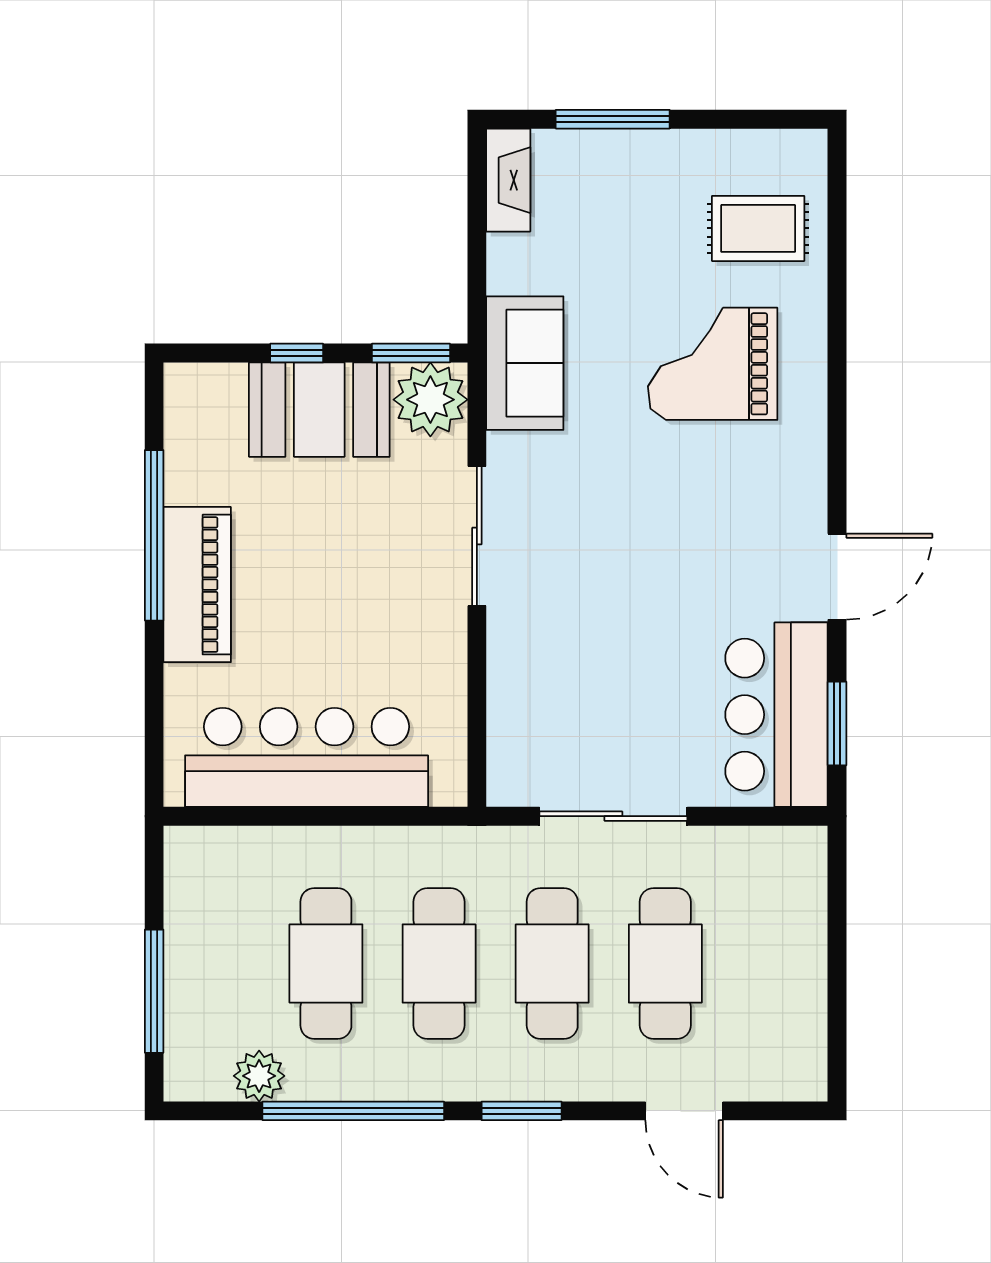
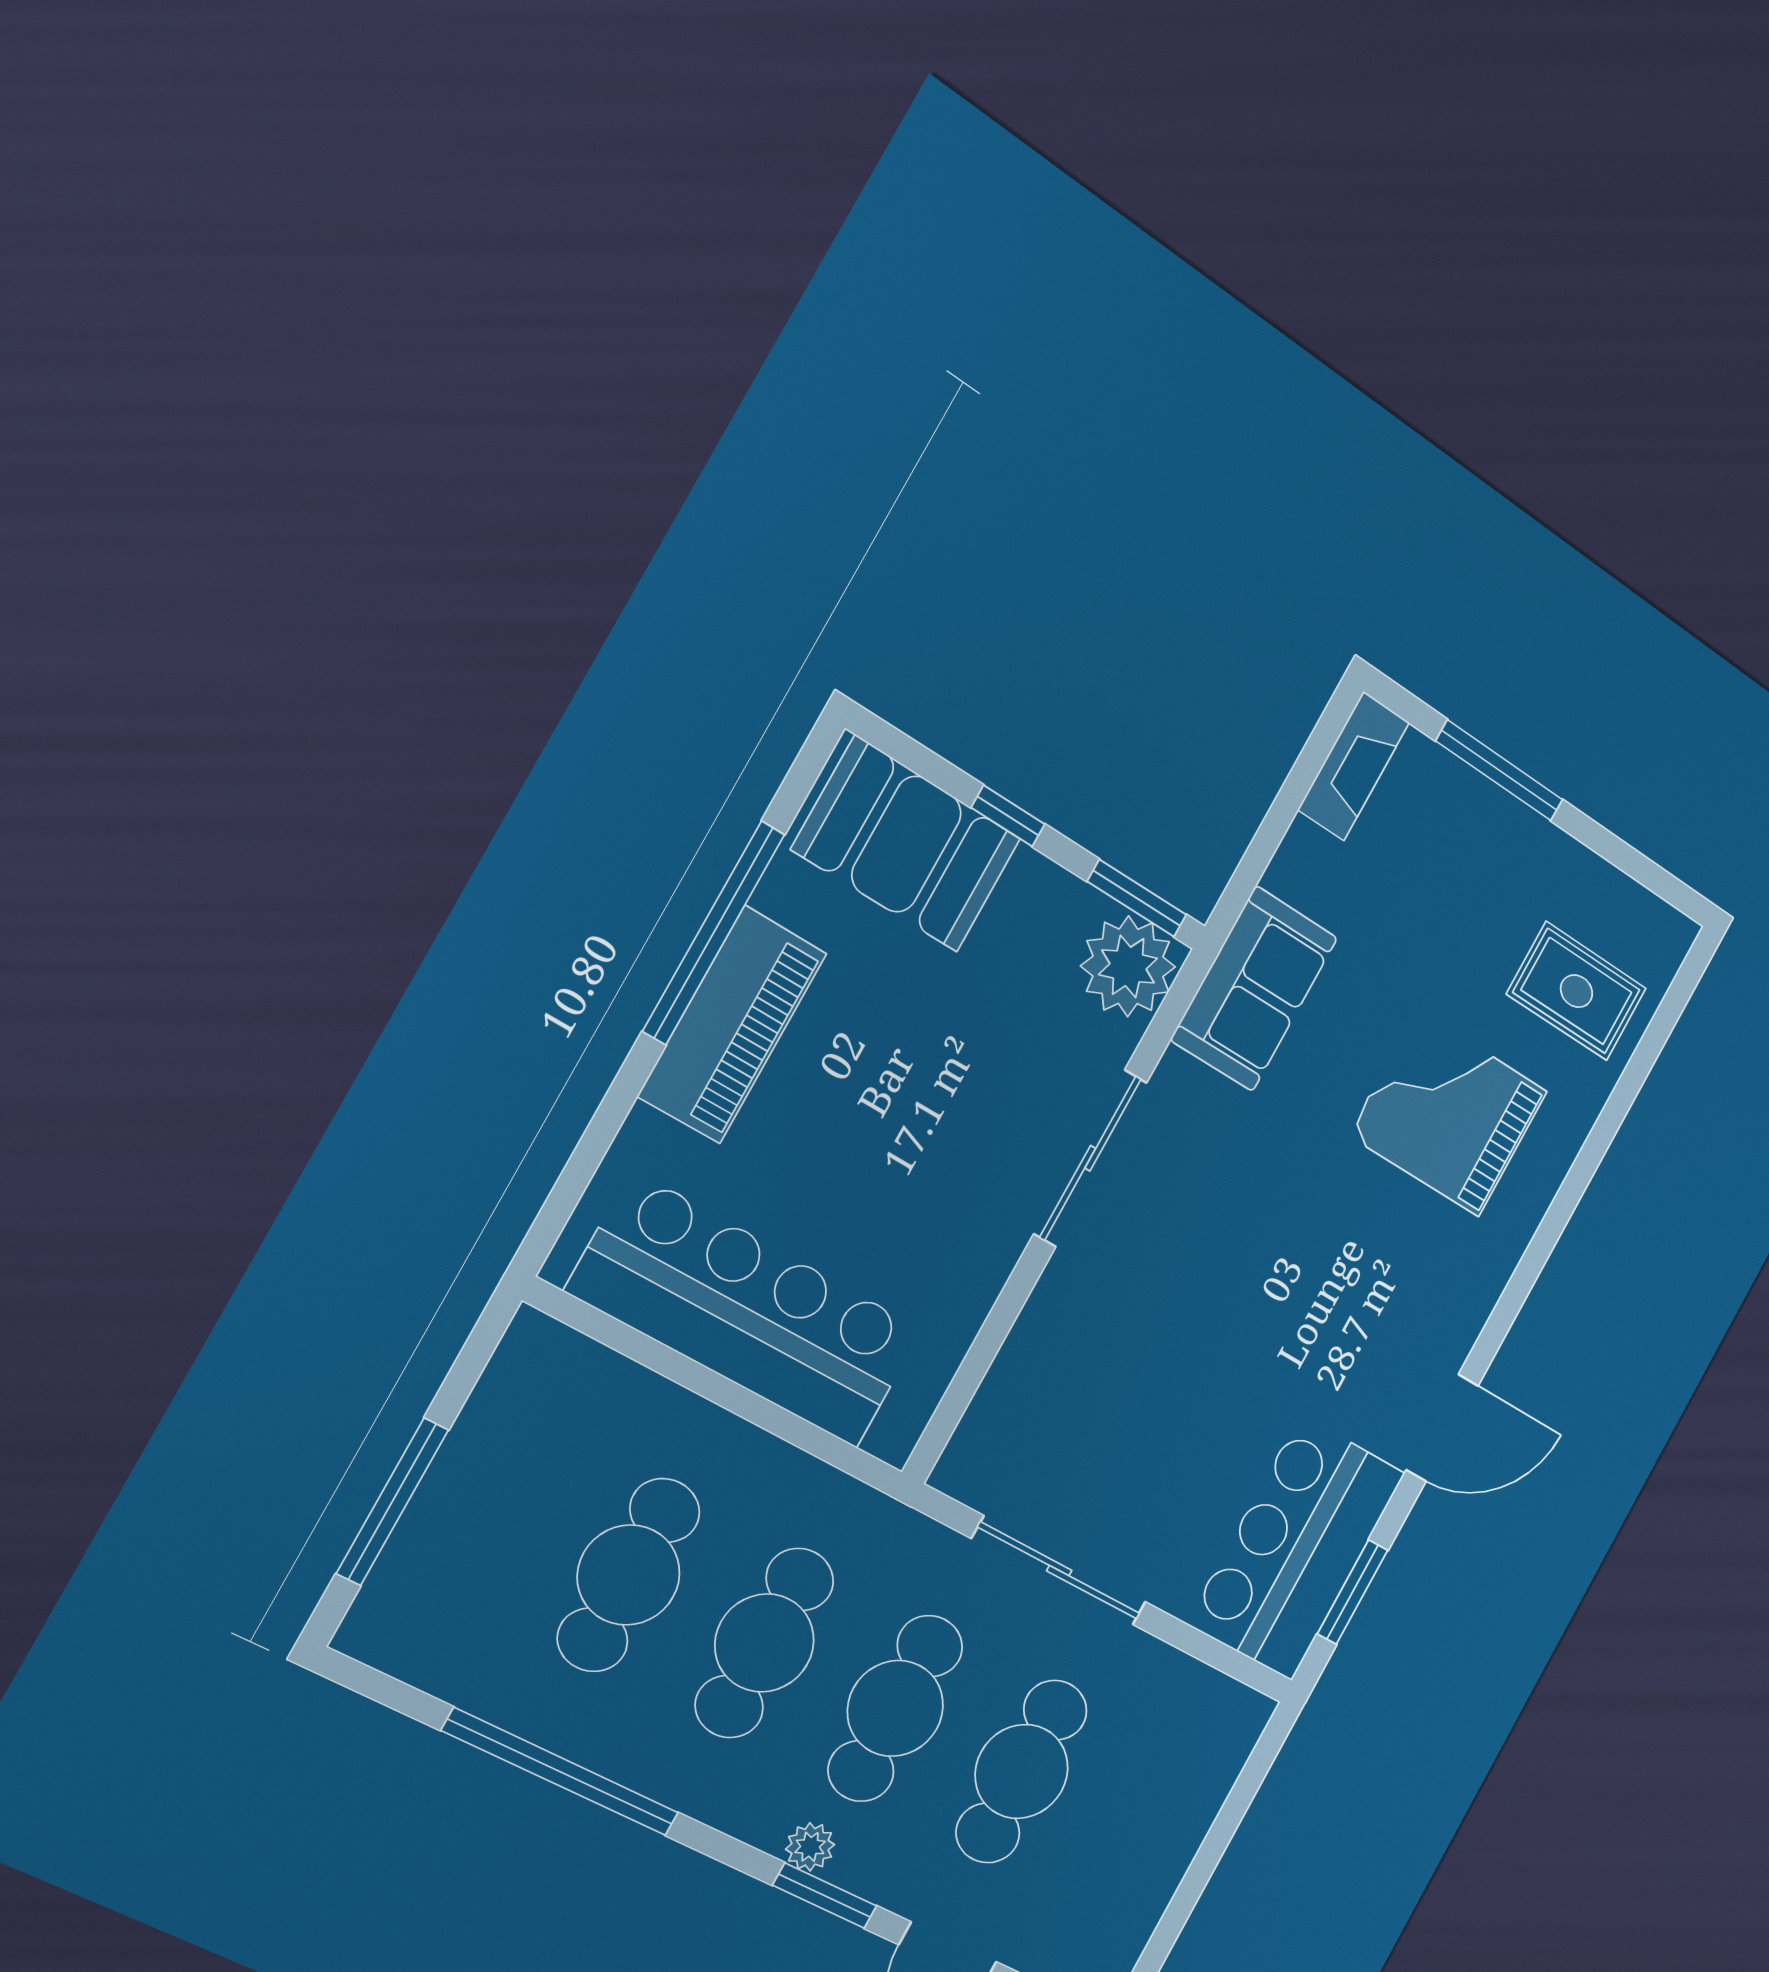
booth: (319, 410) -> (906, 844), moved
plant: (259, 1076) -> (810, 1847), moved, width x0.73, depth x0.73
window: (522, 1111) -> (825, 1896), moved

